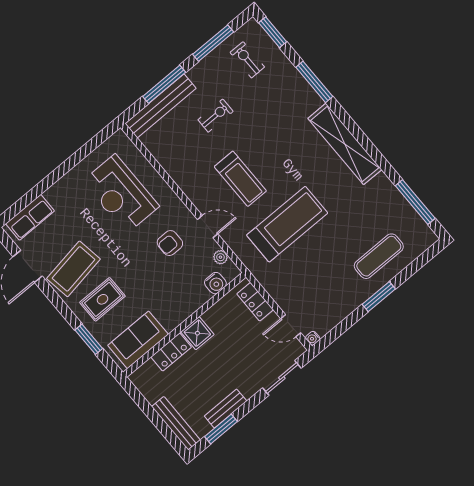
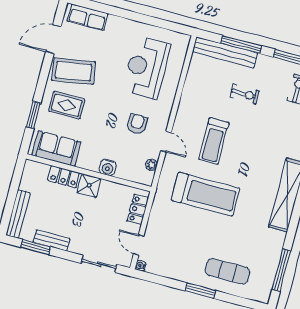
armchair: (170, 243) -> (137, 124), turned 90
water cooler: (215, 283) -> (108, 167), moved

